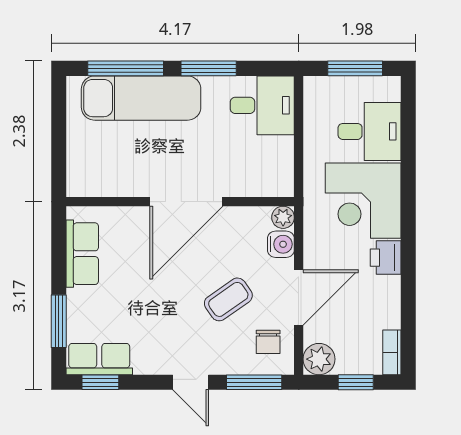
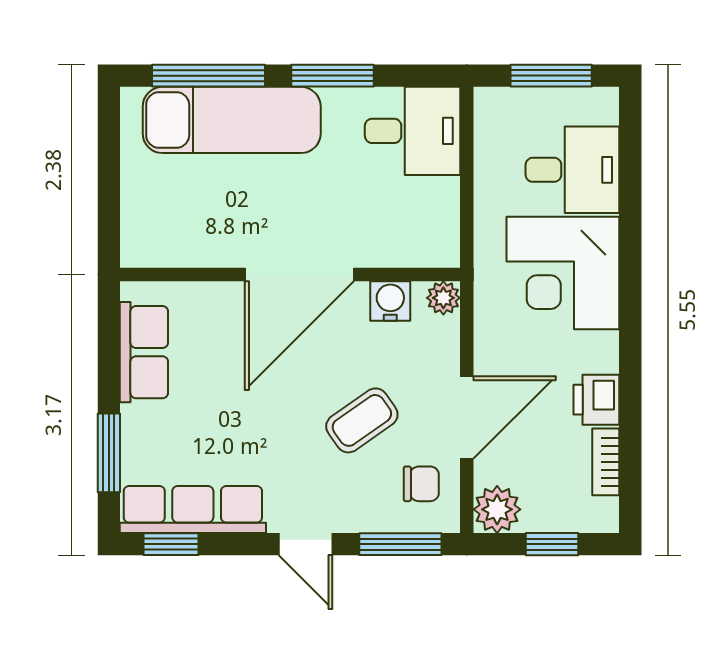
water cooler: (281, 244) -> (390, 301), moved, turned -90
printer: (386, 258) -> (596, 400), moved
chair: (268, 342) -> (421, 484), turned -90
bookcase: (392, 352) -> (606, 462), moved
row of seats: (99, 359) -> (193, 509), width x1.48

